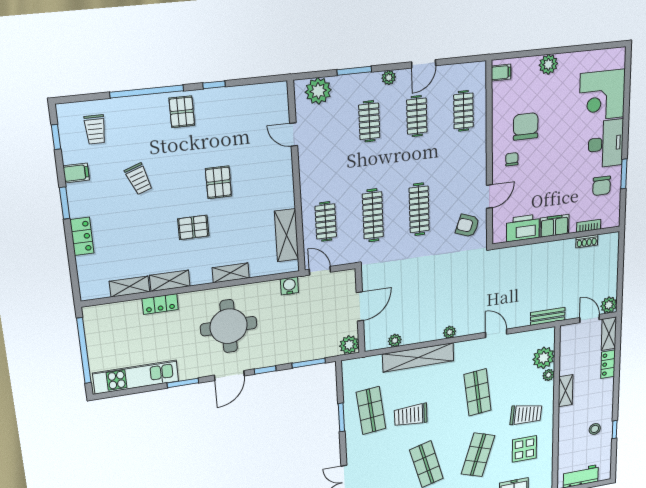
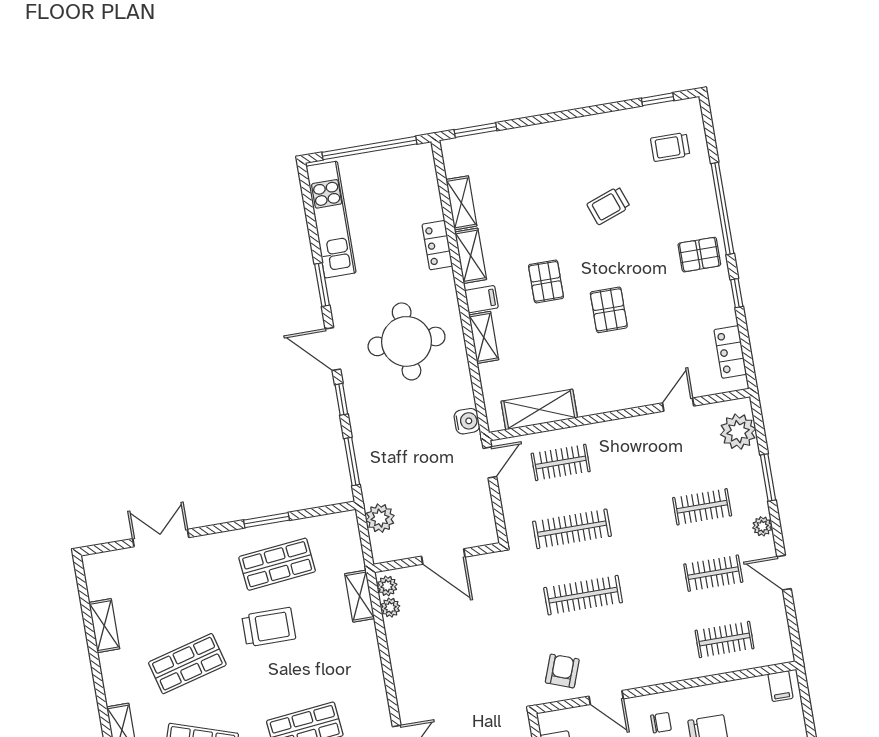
filing cabinet: (76, 173) -> (481, 299), moved, turned -90
pallet: (218, 182) -> (609, 310), turned 90
window: (65, 203) -> (476, 130), moved
locker: (82, 236) -> (730, 352), moved, turned 90
door: (360, 306) -> (443, 557), moved
wall: (360, 311) -> (437, 558), moved
plant: (450, 332) -> (390, 608), moved
shelving: (418, 357) -> (360, 596), width x0.45, depth x0.75
trolley: (411, 415) -> (269, 627), turned 90

